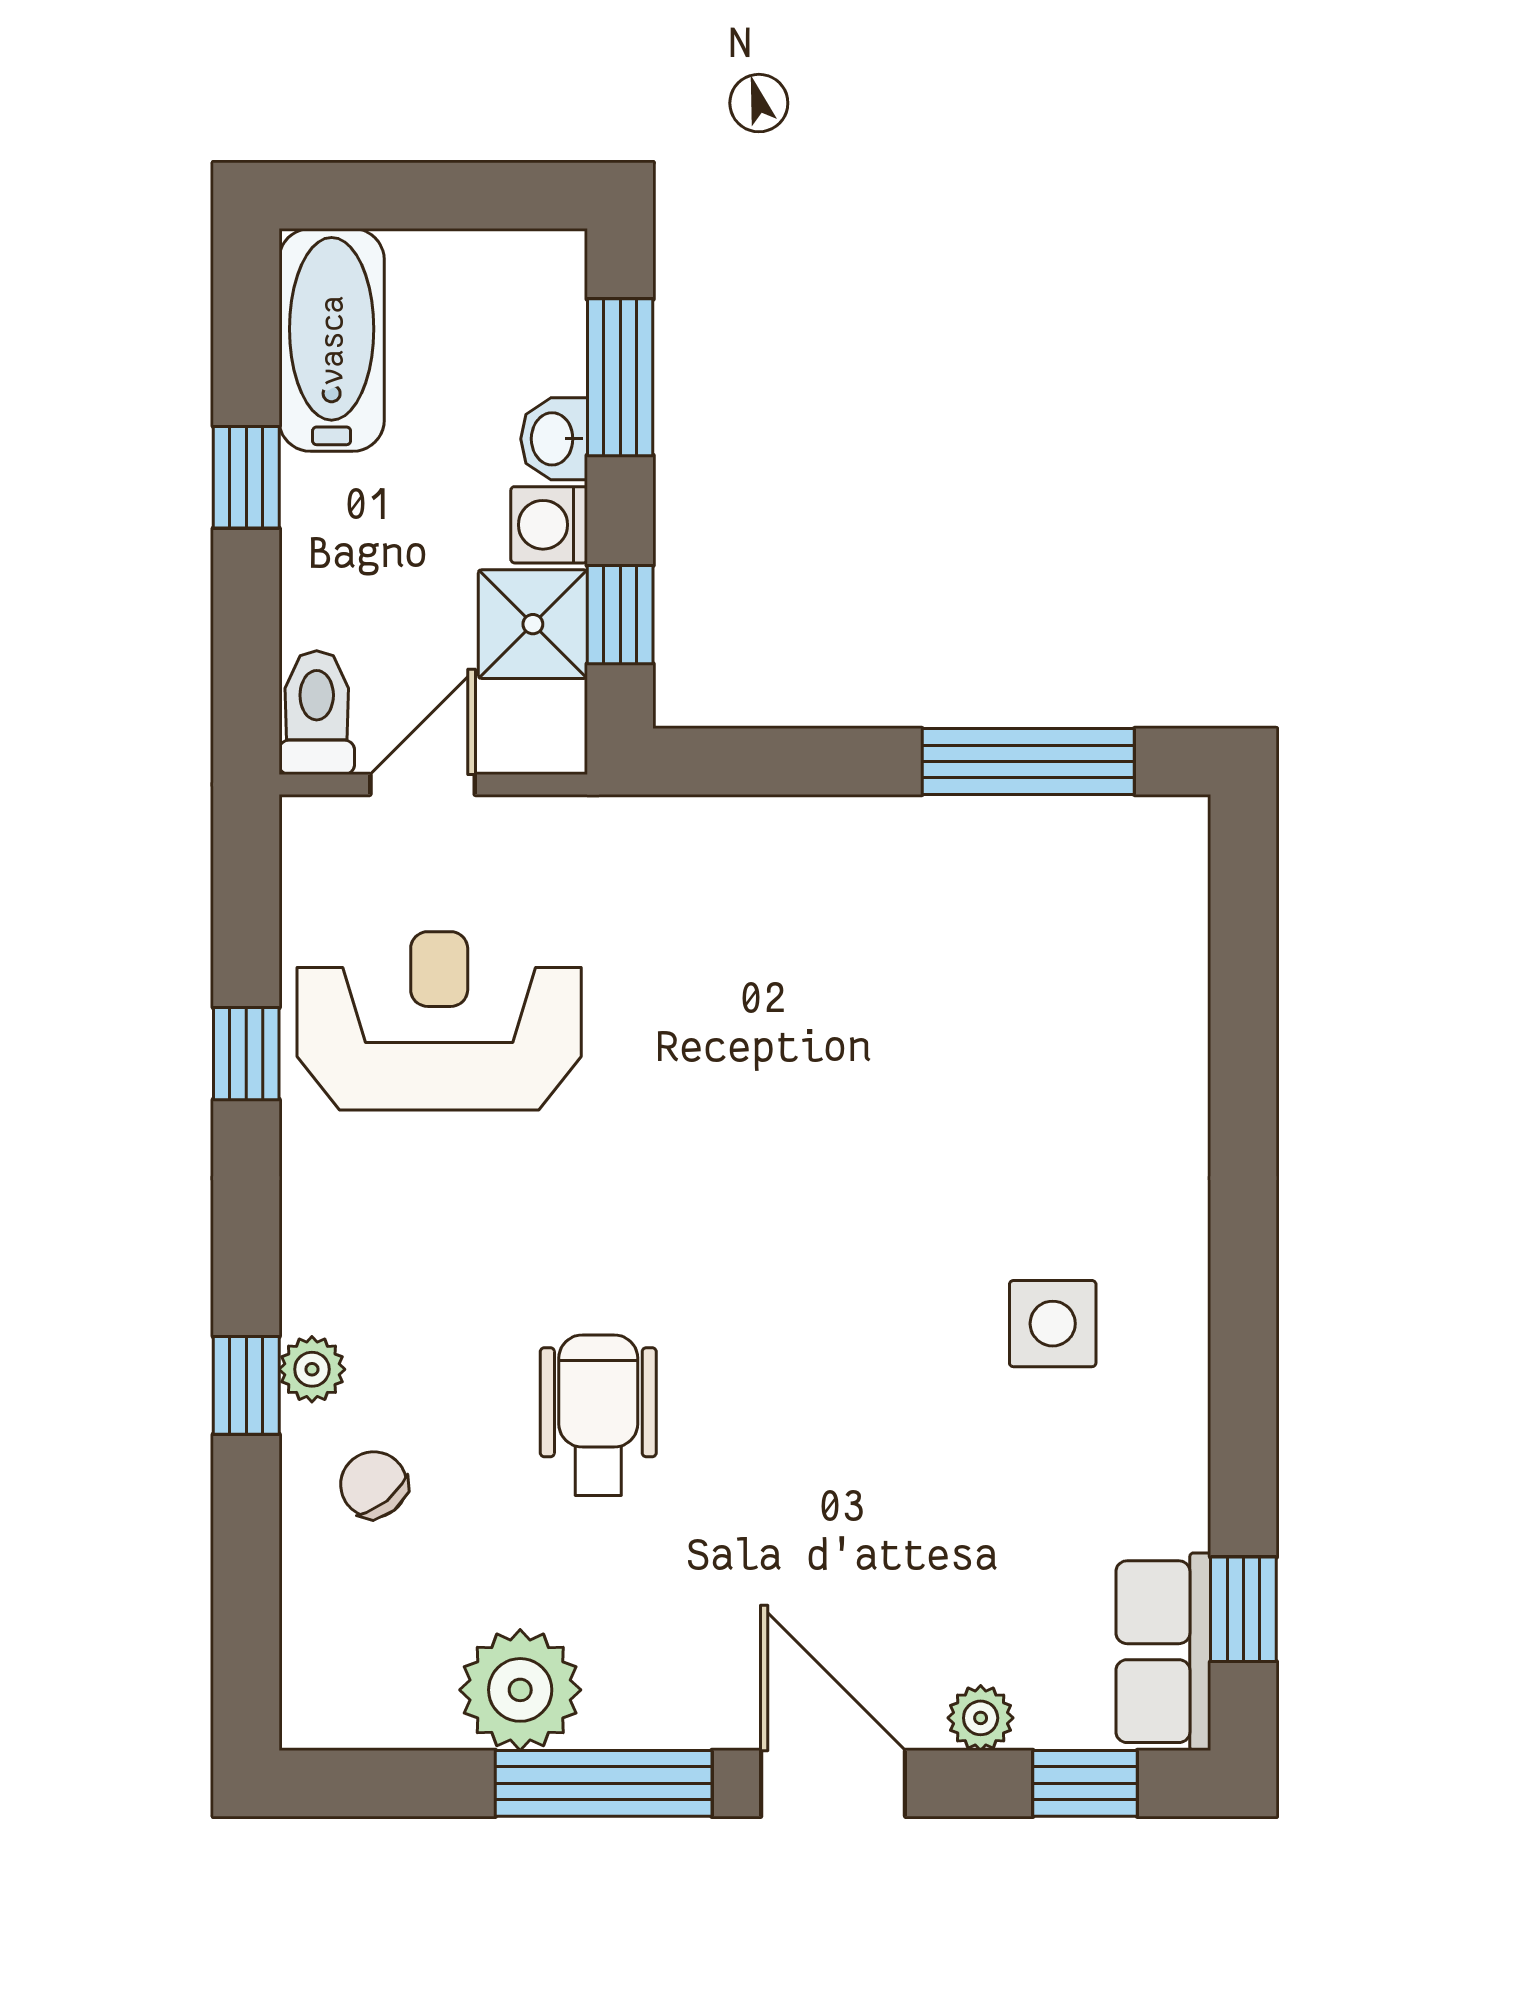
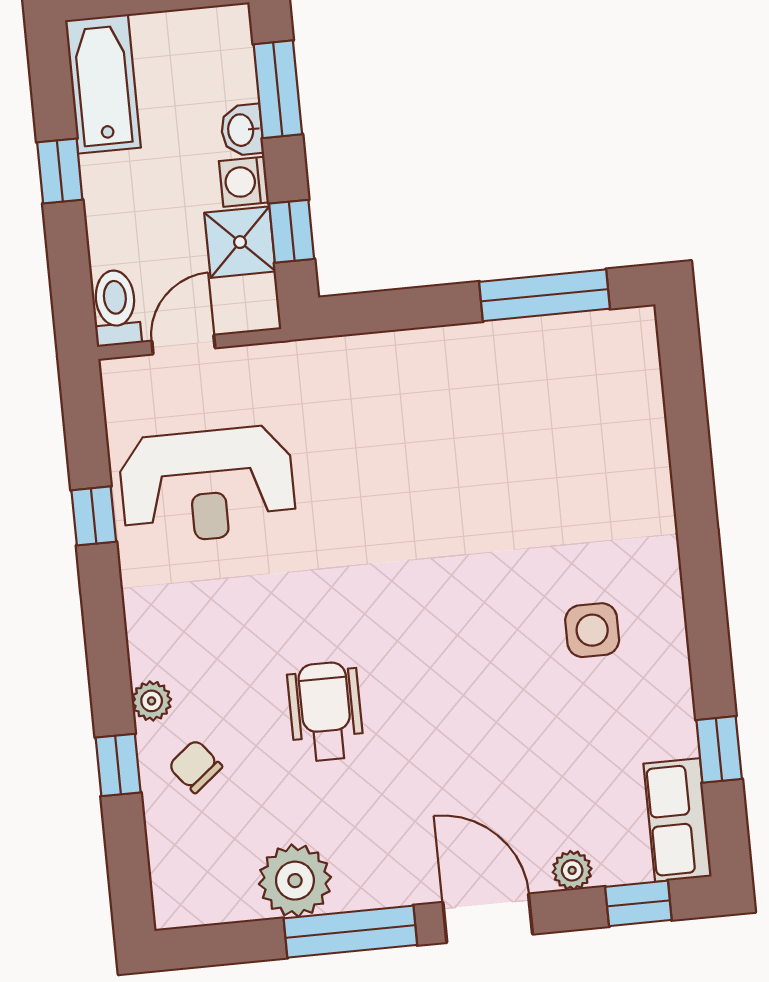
reception desk: (439, 1021) -> (207, 485), turned 180
window: (246, 1385) -> (118, 765), moved
window: (1243, 1609) -> (719, 749), moved

